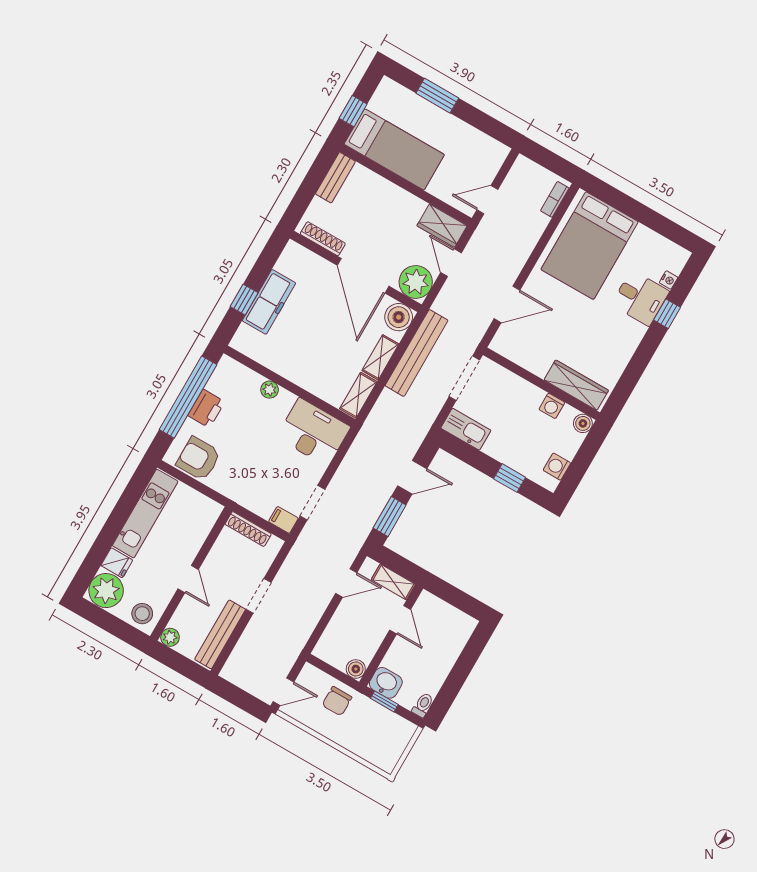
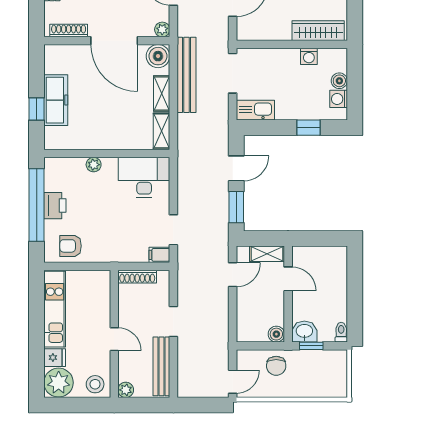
plant: (416, 282) -> (162, 29), width x0.53, depth x0.53
boiler: (583, 423) -> (339, 81), moved
armchair: (198, 459) -> (71, 246), width x0.72, depth x0.72

